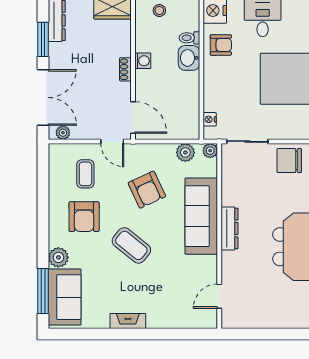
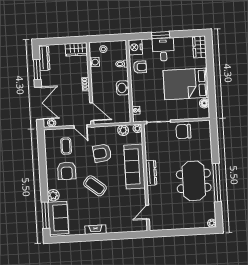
washbasin: (189, 58) -> (123, 88), moved
washing machine: (143, 61) -> (94, 62), moved
armchair: (147, 190) -> (102, 153), turned 108

